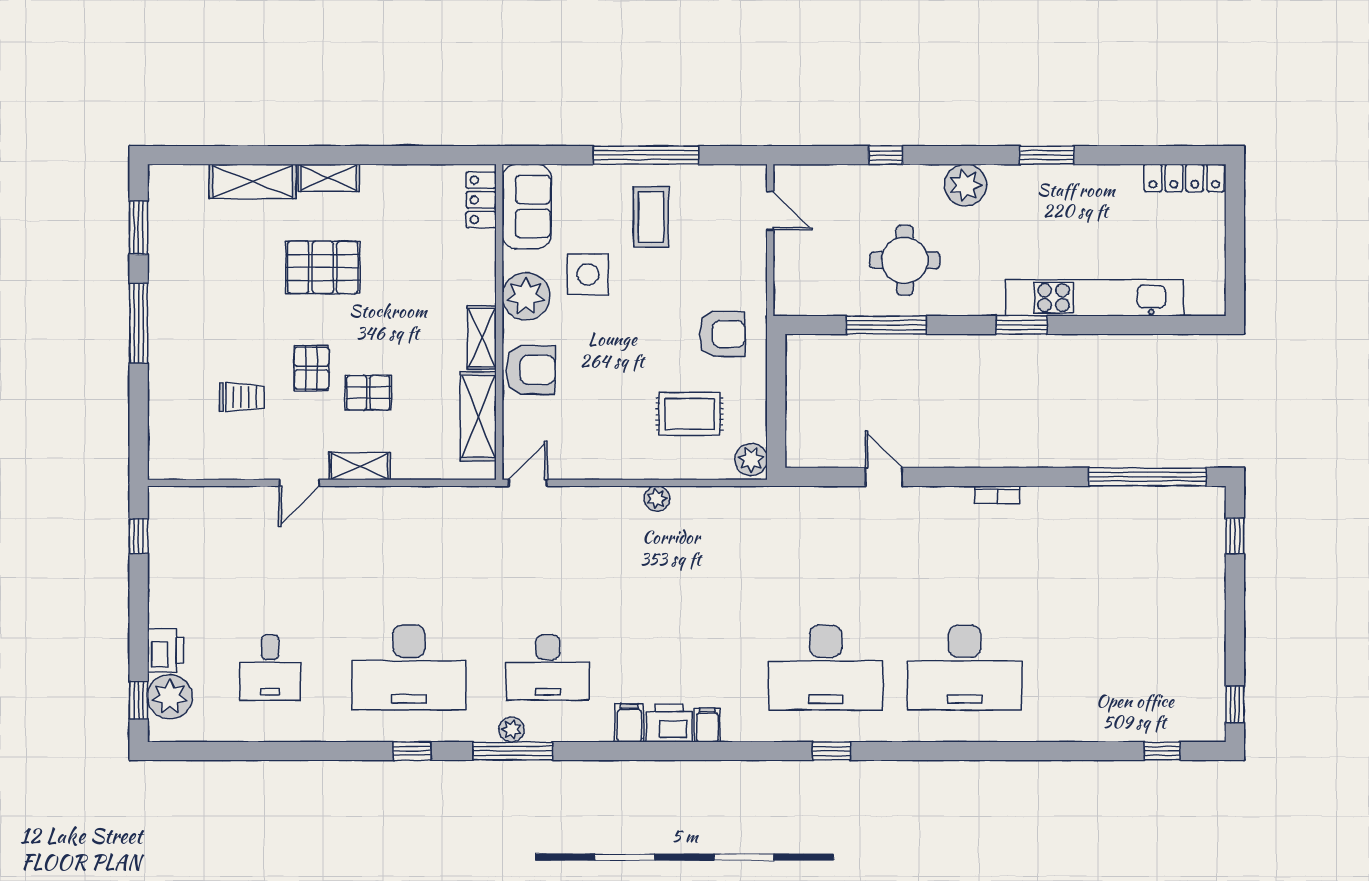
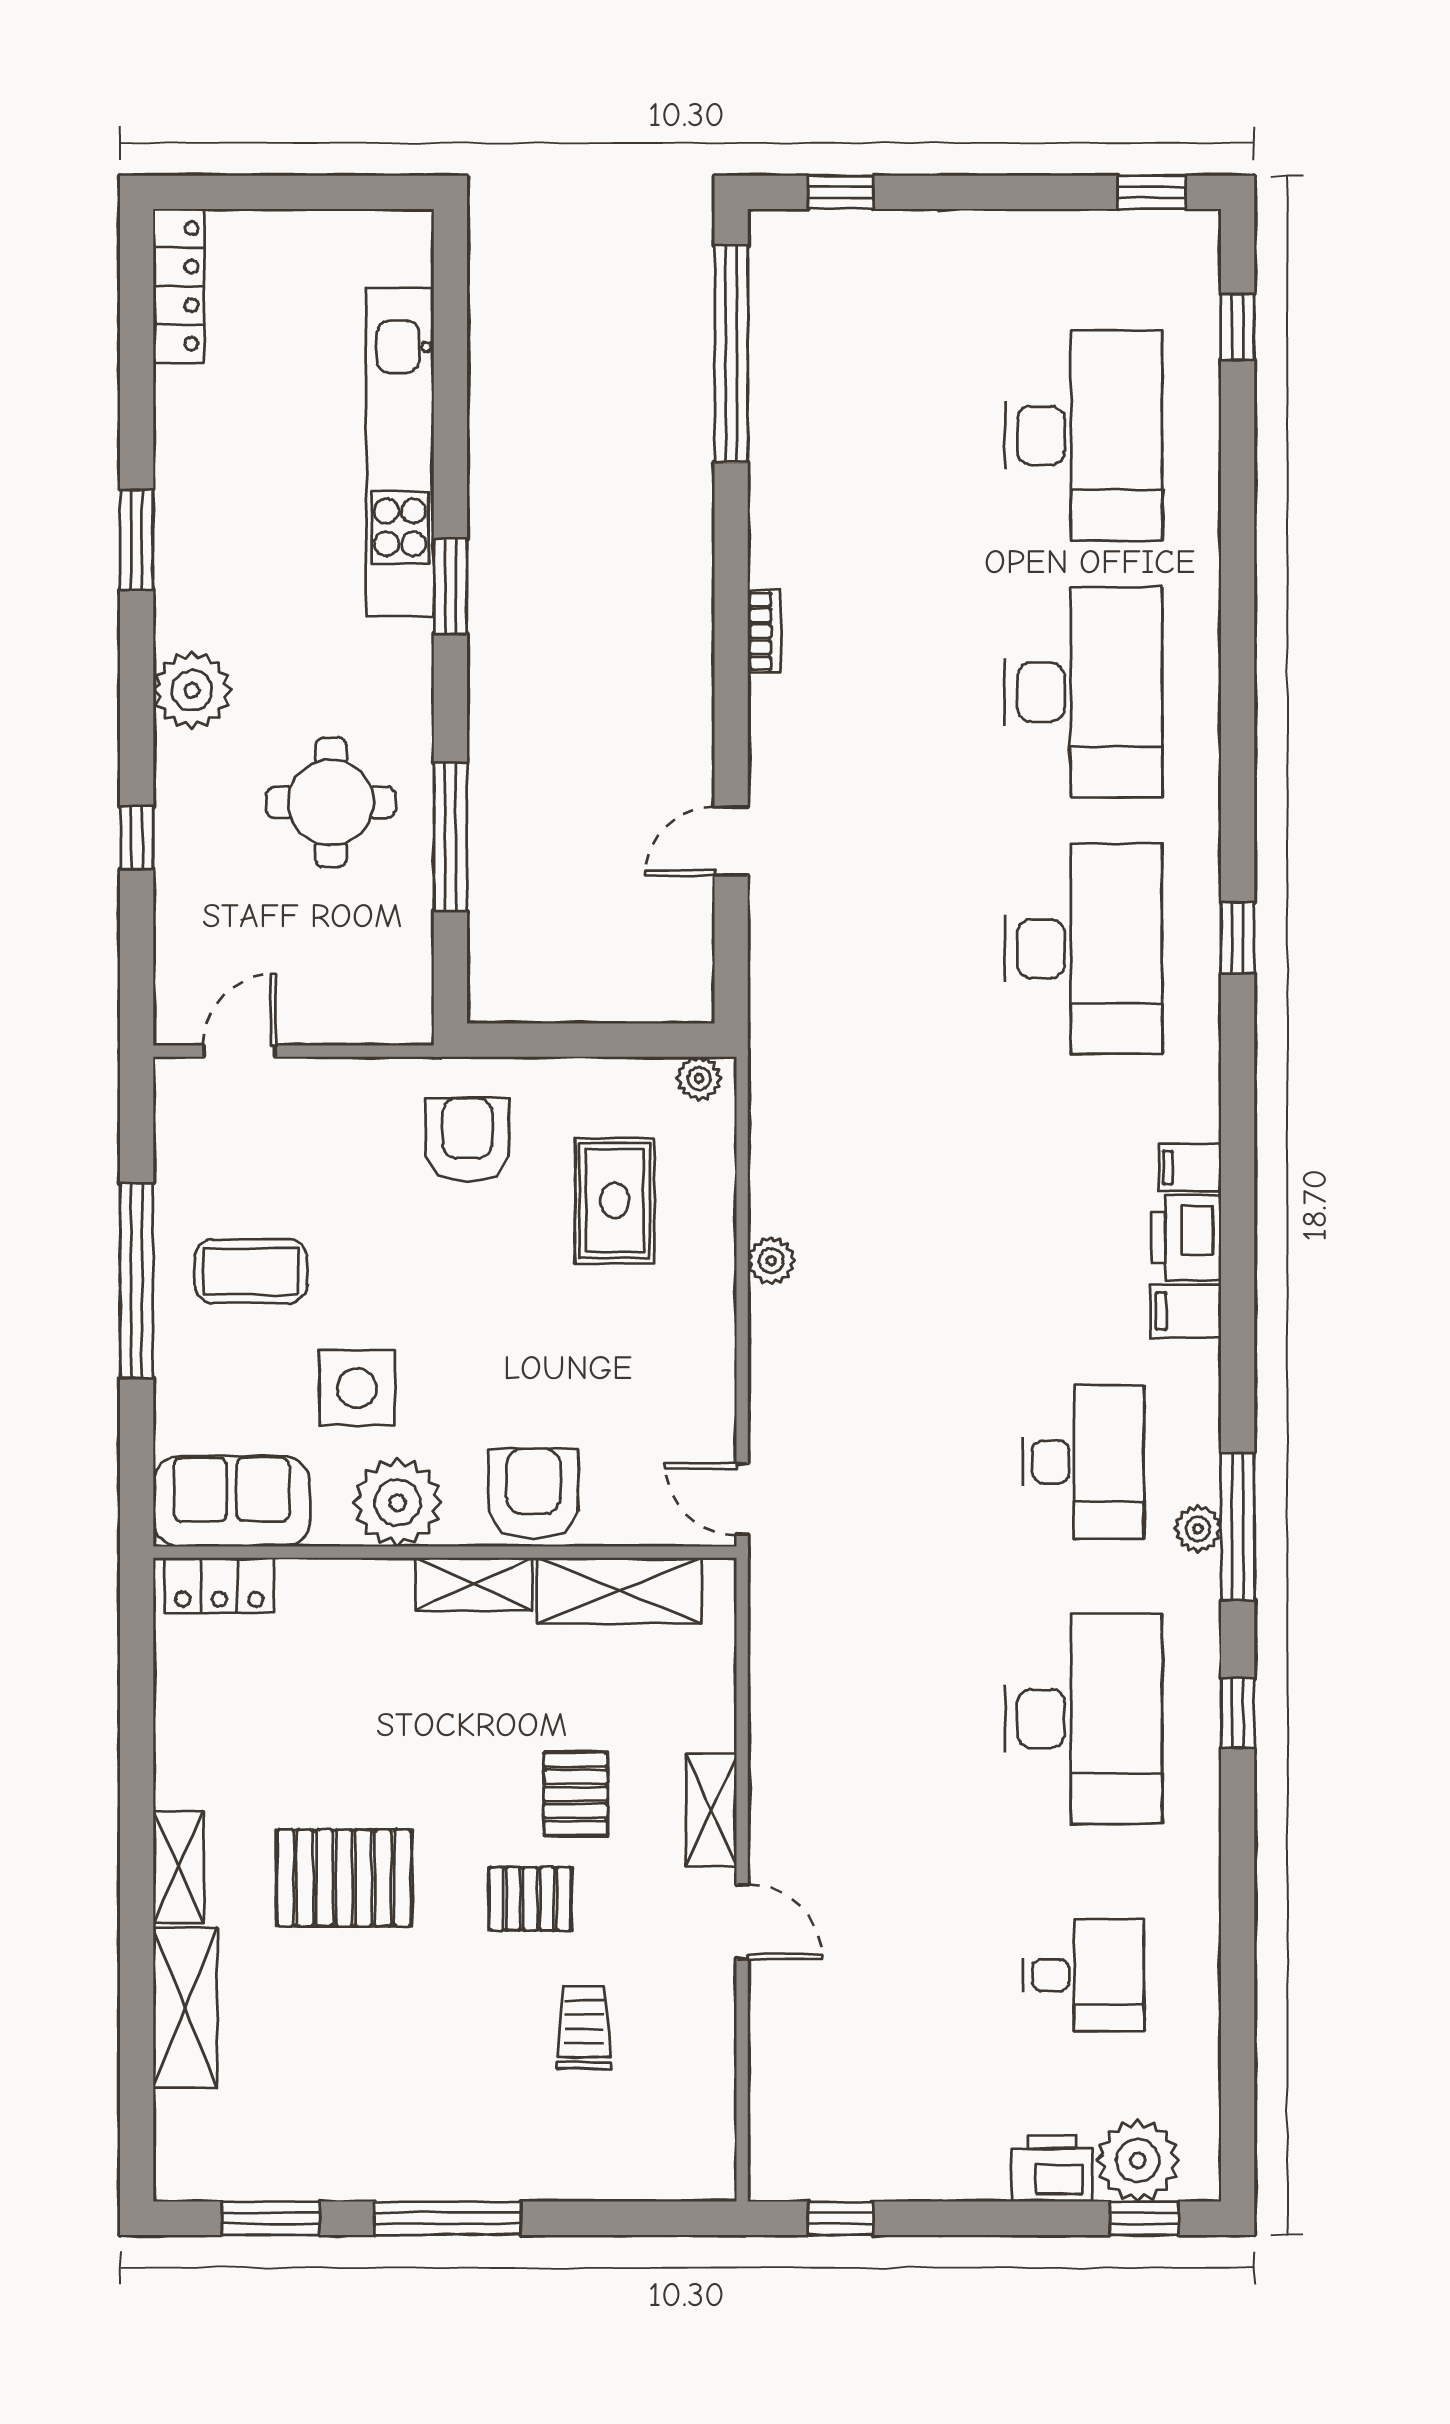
pallet: (323, 267) -> (344, 1878), turned 90
plant: (751, 460) -> (699, 1078), width x0.73, depth x0.73
desk: (1103, 668) -> (1084, 435), added

